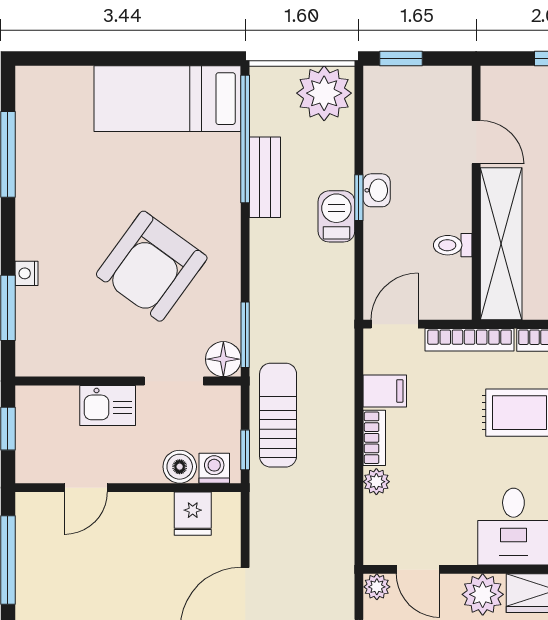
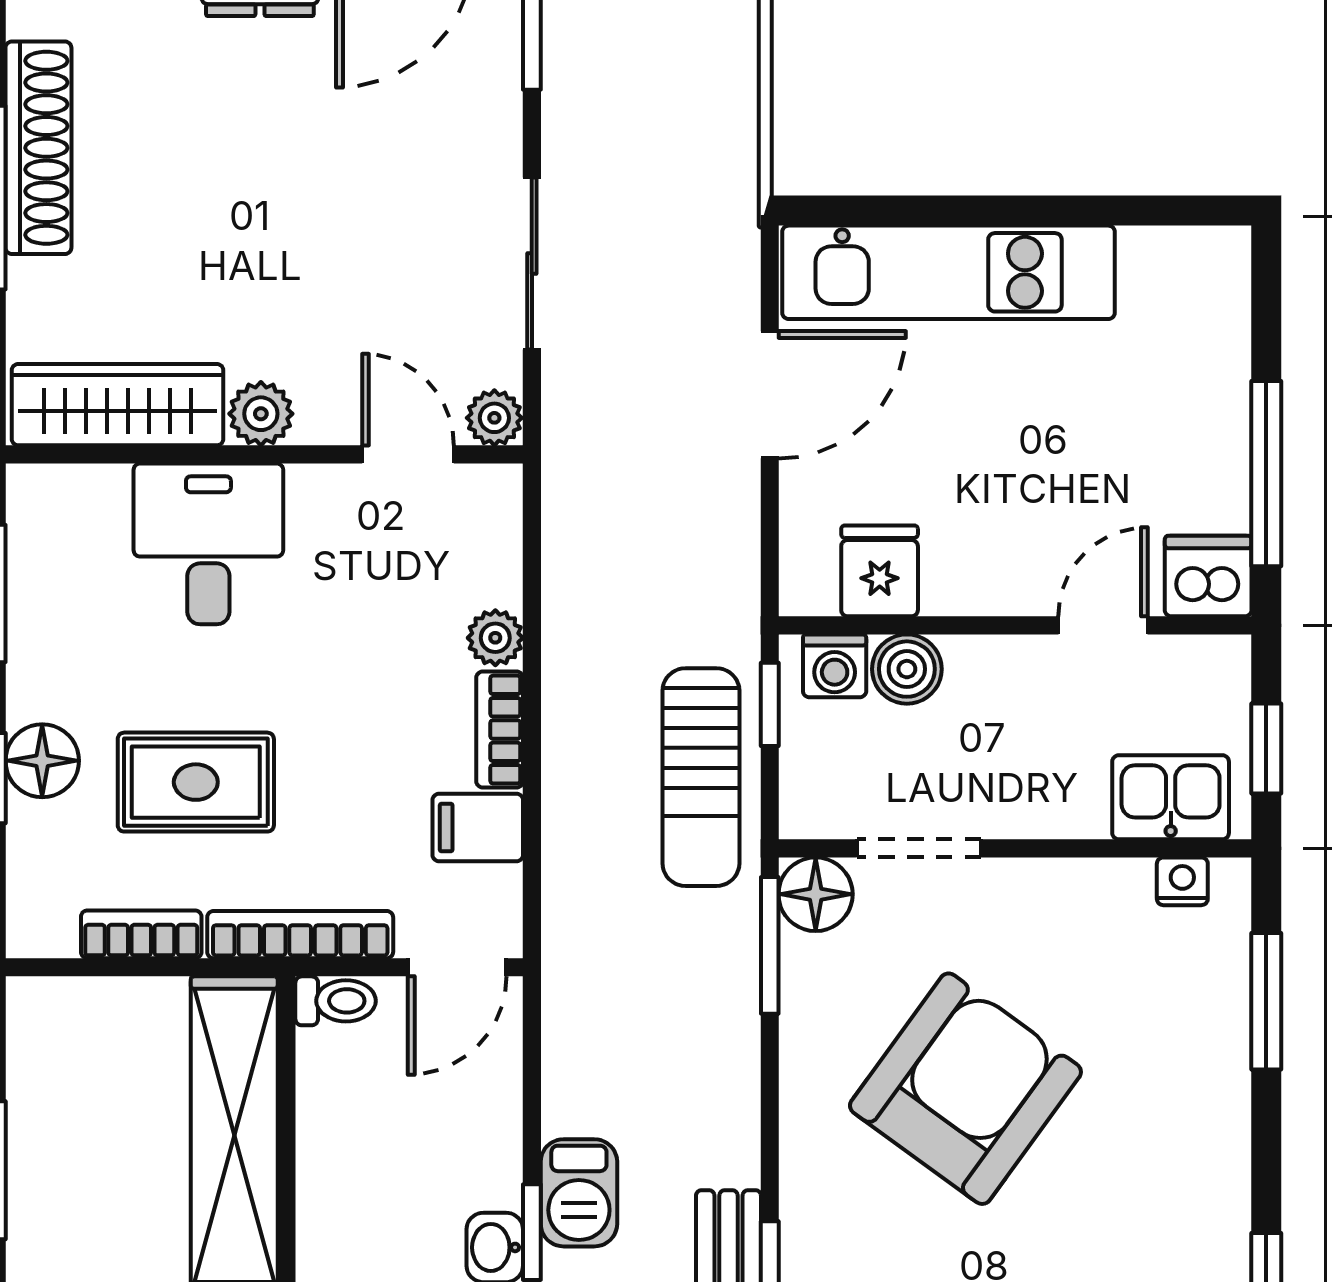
toilet: (453, 245) -> (336, 1001), moved
nightstand: (26, 273) -> (1182, 881), moved, turned -90
kitchen sink: (108, 405) -> (1171, 797), moved
dishwasher: (36, 511) -> (1208, 576), added
plant: (483, 594) -> (261, 414), width x0.73, depth x0.73

